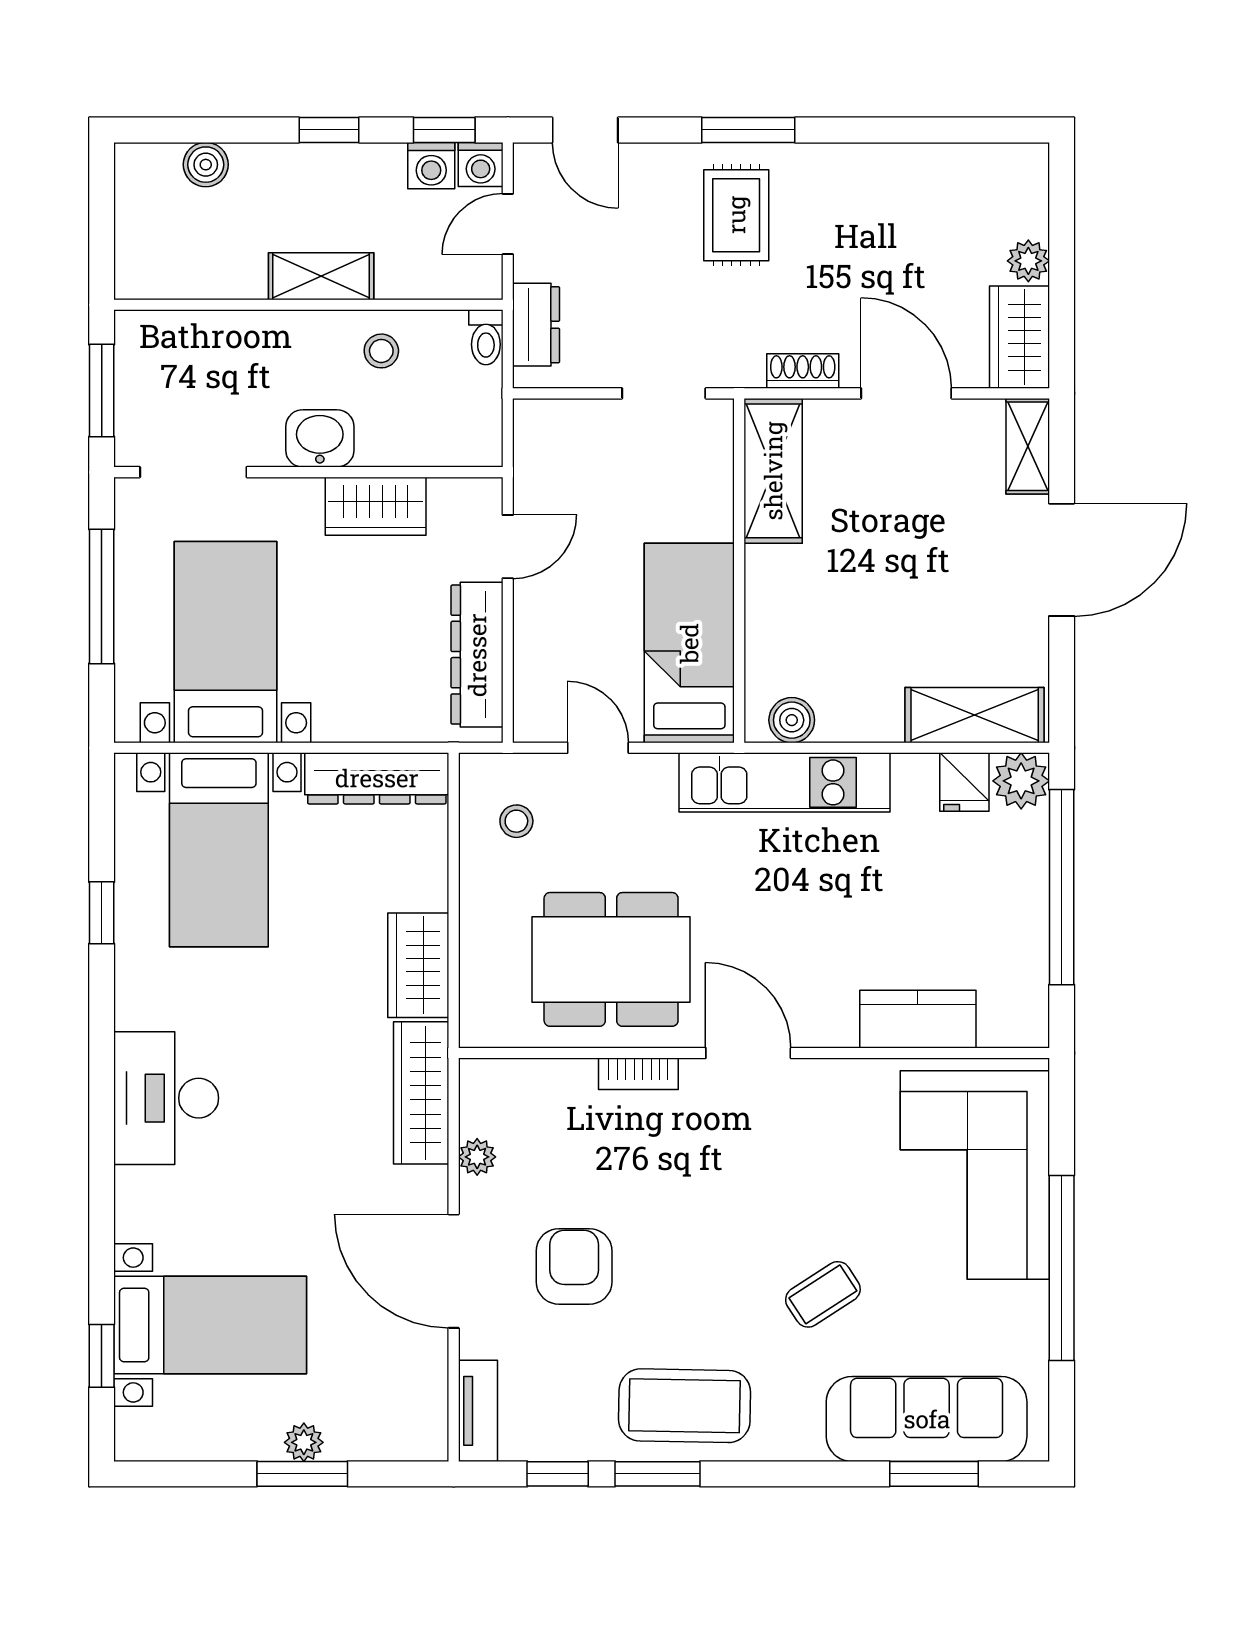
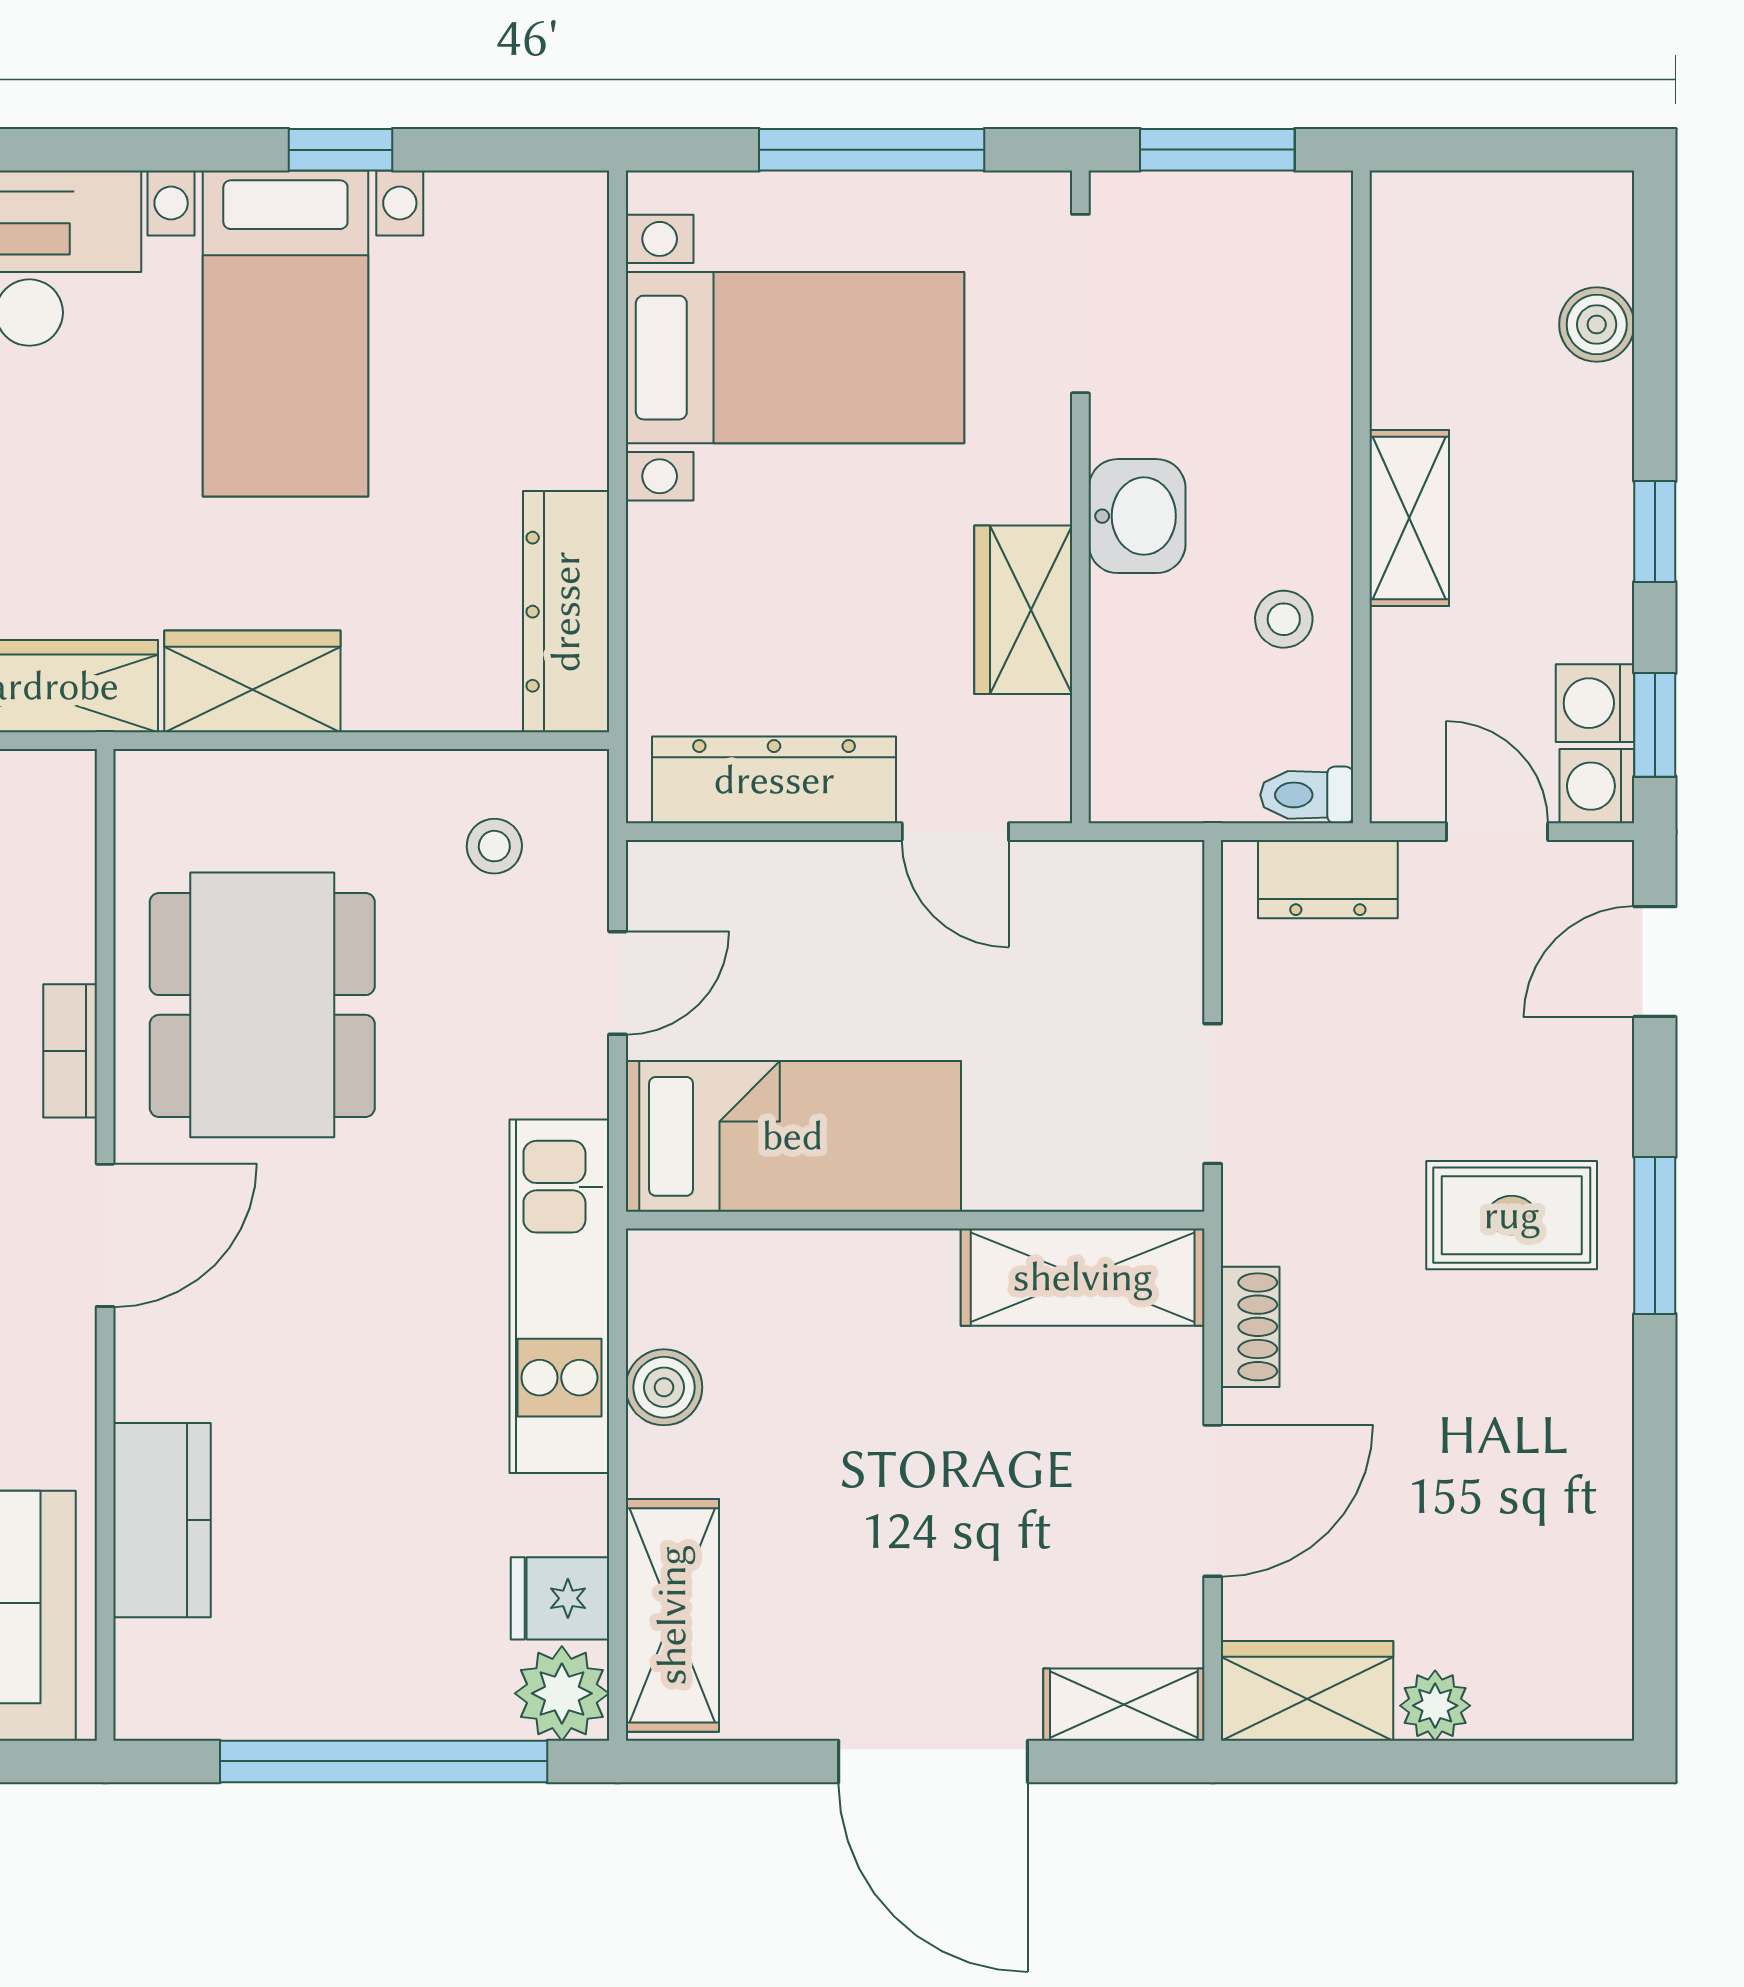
boiler: (792, 720) -> (664, 1387), moved
bed with nightstands: (219, 850) -> (285, 333), moved, turned -90

